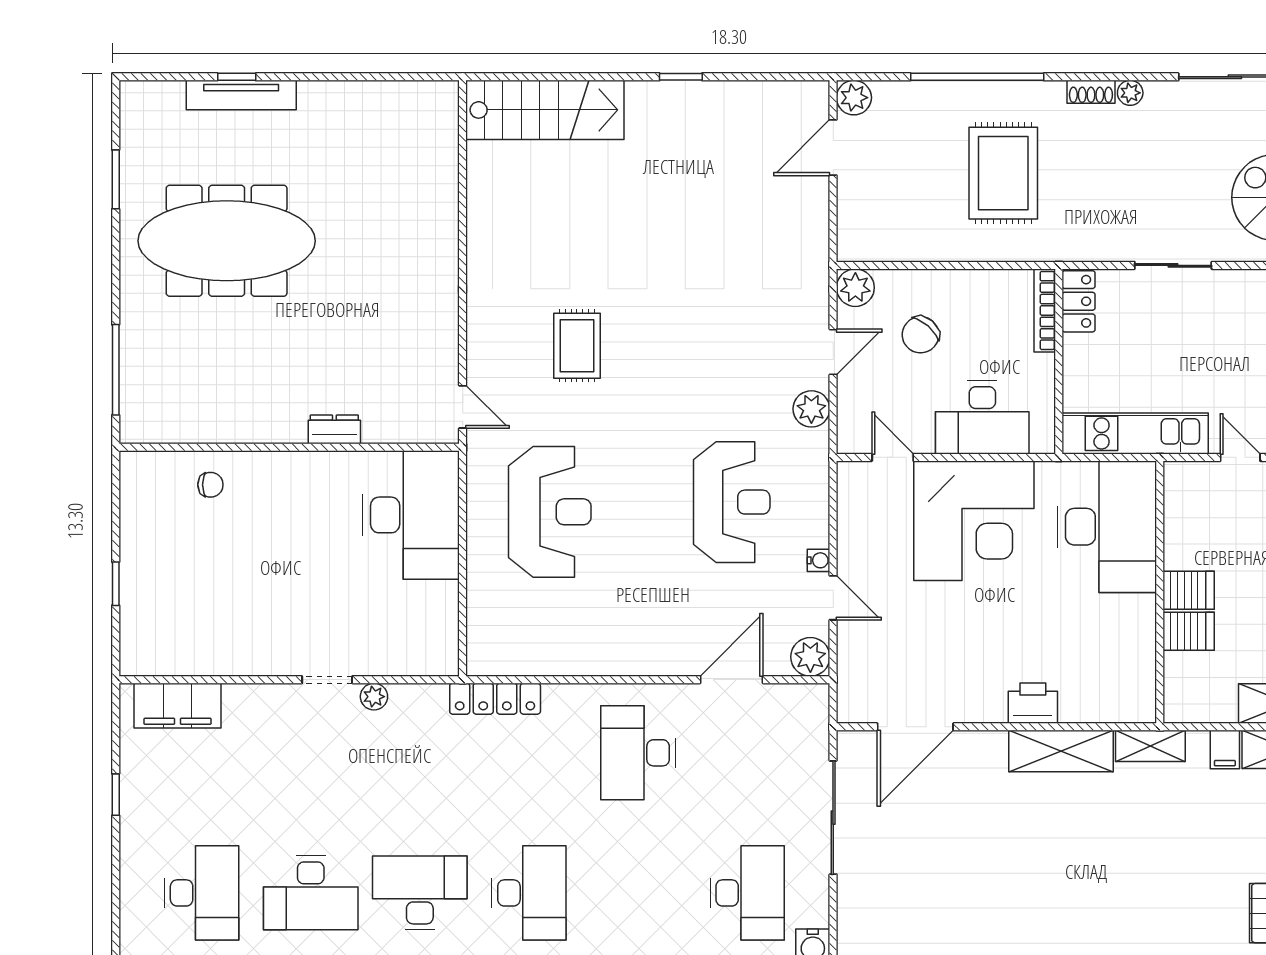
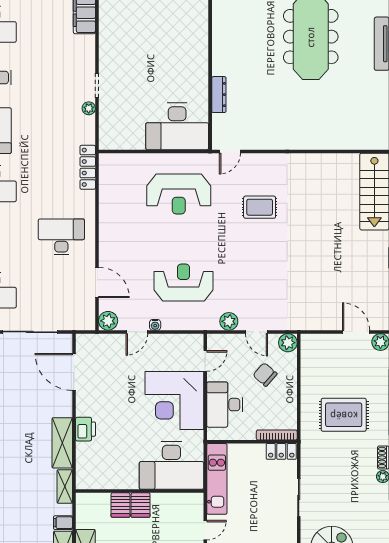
dresser: (334, 429) -> (219, 95), width x1.44
chair: (210, 485) -> (192, 29), removed
reception desk: (732, 502) -> (183, 283), turned 180

